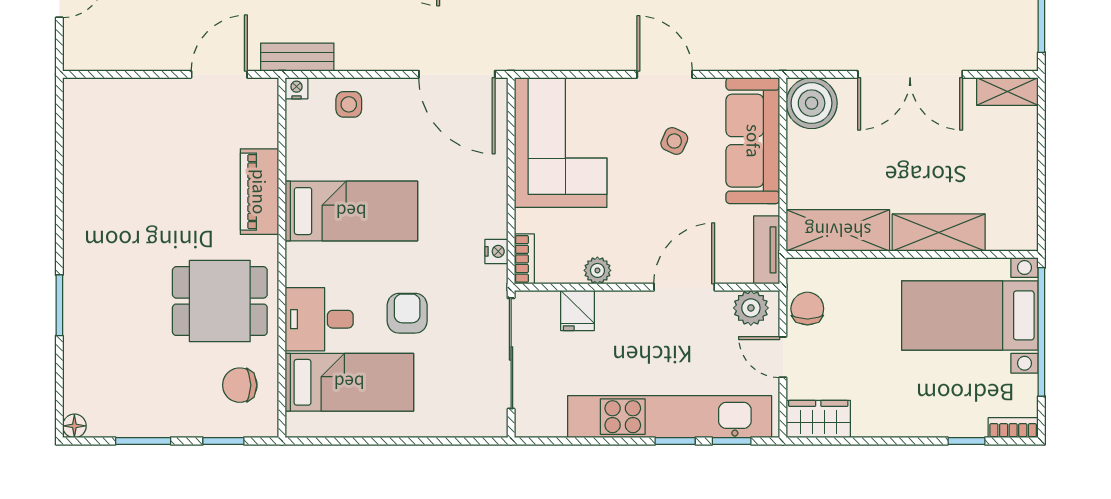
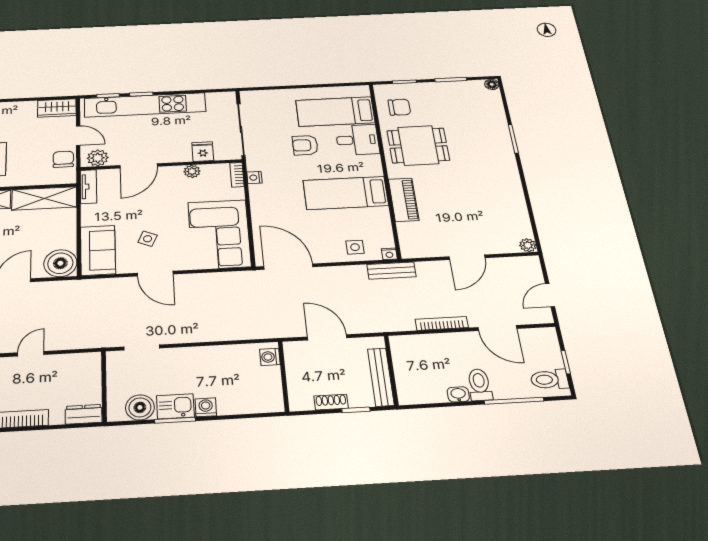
door: (219, 74) -> (467, 257), moved
plant: (76, 91) -> (528, 245), added
sofa: (753, 141) -> (98, 250), width x0.73
chair: (807, 309) -> (63, 159), turned 180
armchair: (407, 313) -> (305, 145), turned 90

